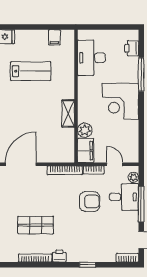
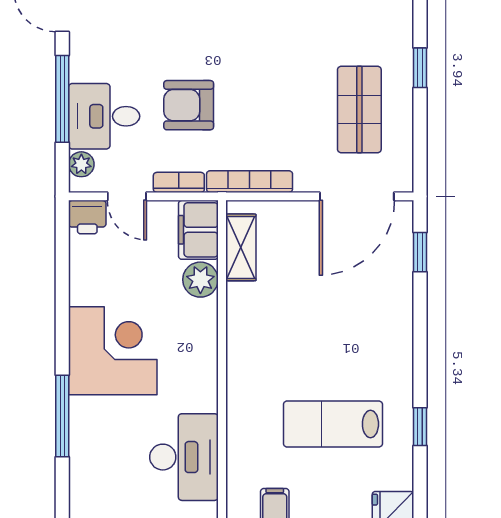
printer: (132, 48) -> (87, 217), moved, turned 90
shelving: (68, 113) -> (241, 247), moved
shop shelf: (36, 225) -> (359, 109), moved, turned 90

